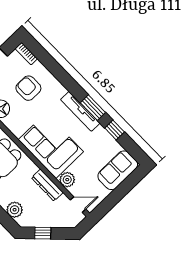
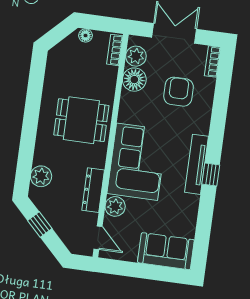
window: (93, 108) -> (211, 174), width x0.67
window: (115, 130) -> (205, 215), removed

